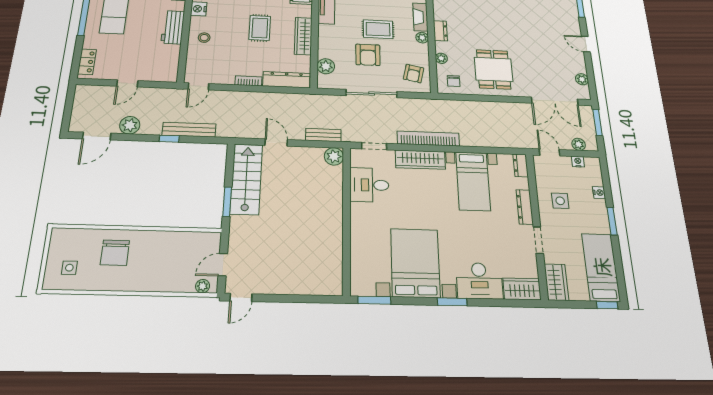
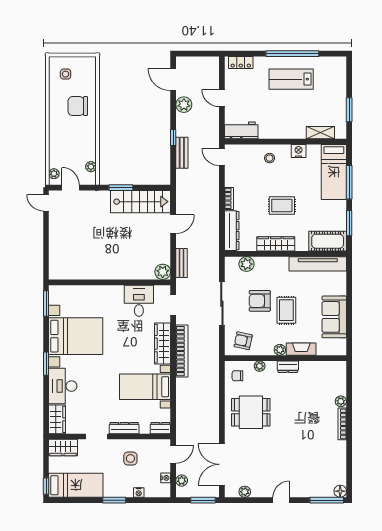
workbench: (173, 27) -> (241, 130), moved
bench: (189, 130) -> (182, 153), width x0.73
plant: (197, 238) -> (91, 167), added

